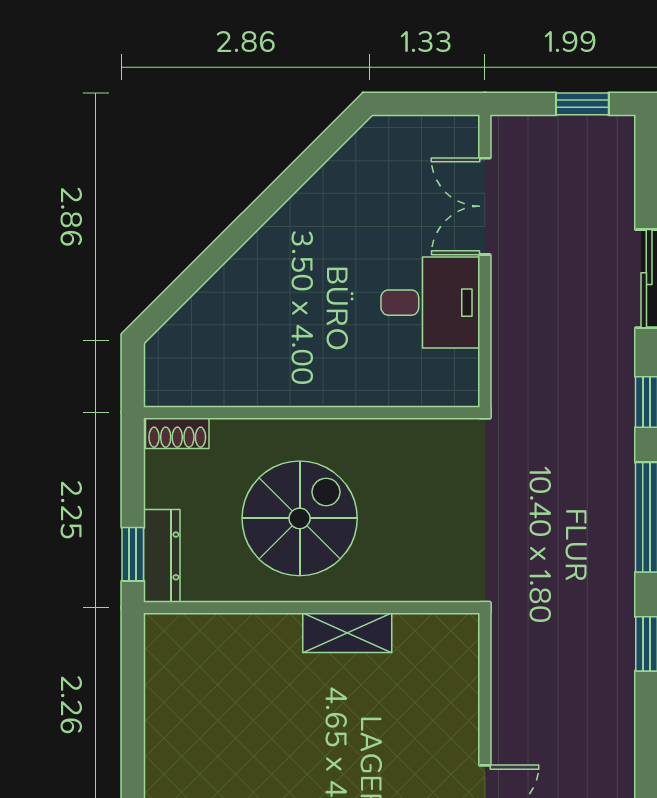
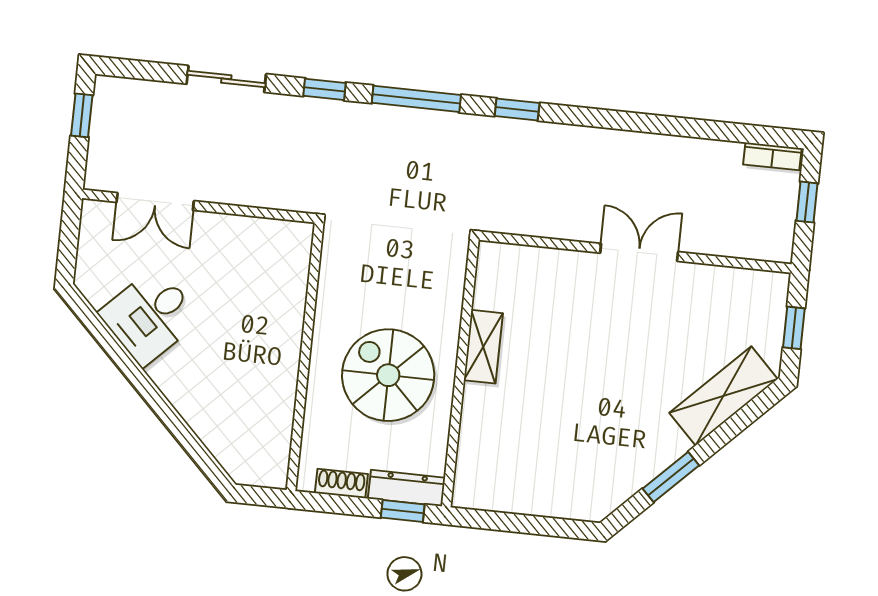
desk: (430, 303) -> (150, 316), moved, turned -135
shoe rack: (177, 433) -> (341, 484), moved, turned -90

